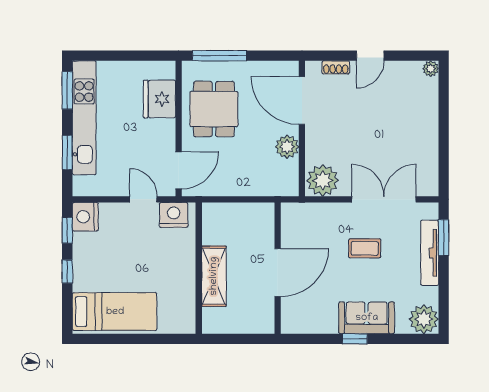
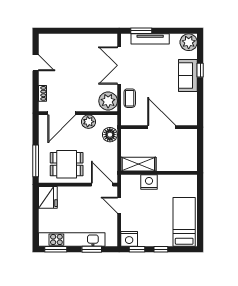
door: (370, 56) -> (36, 63), moved
plant: (431, 69) -> (43, 38), removed
fridge: (159, 99) -> (48, 197), moved, turned -90
floor lamp: (265, 184) -> (110, 135), added
door: (143, 199) -> (119, 205), hinge flipped
nightstand: (174, 215) -> (149, 182), moved, turned 90
coffee table: (365, 248) -> (130, 98), moved
shelving: (214, 276) -> (138, 164), moved
window: (355, 339) -> (200, 70), moved

